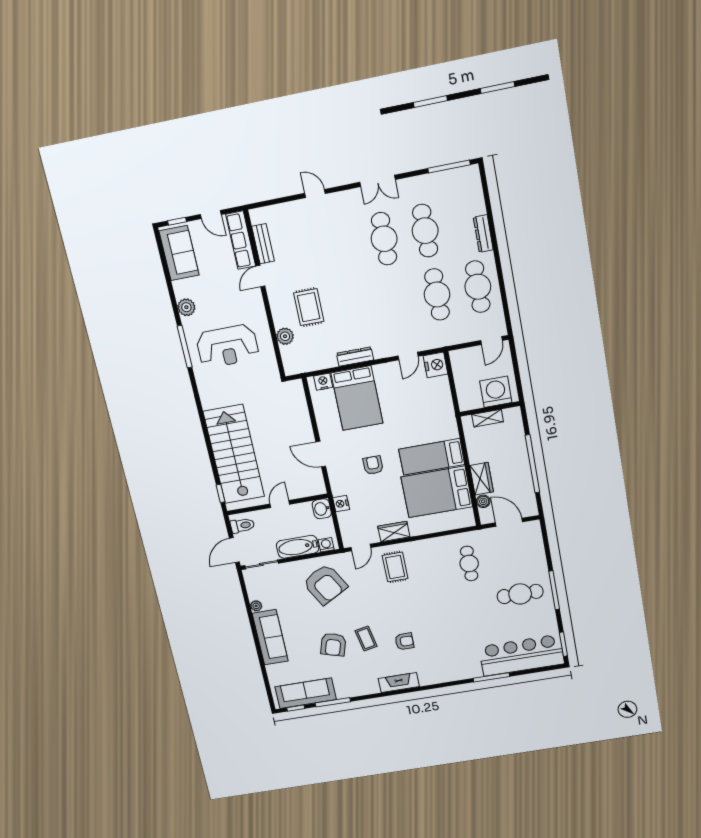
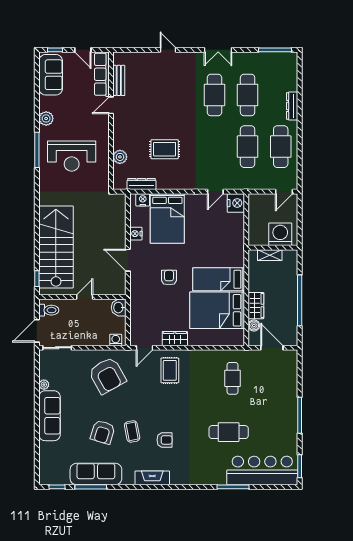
rug: (309, 307) -> (165, 149), moved, turned 90
dresser: (355, 357) -> (142, 184), moved
nightstand: (341, 504) -> (136, 234), moved
bathtub: (298, 547) -> (91, 337), removed
cafe table: (520, 594) -> (229, 432), moved
sofa: (306, 693) -> (96, 474), moved

